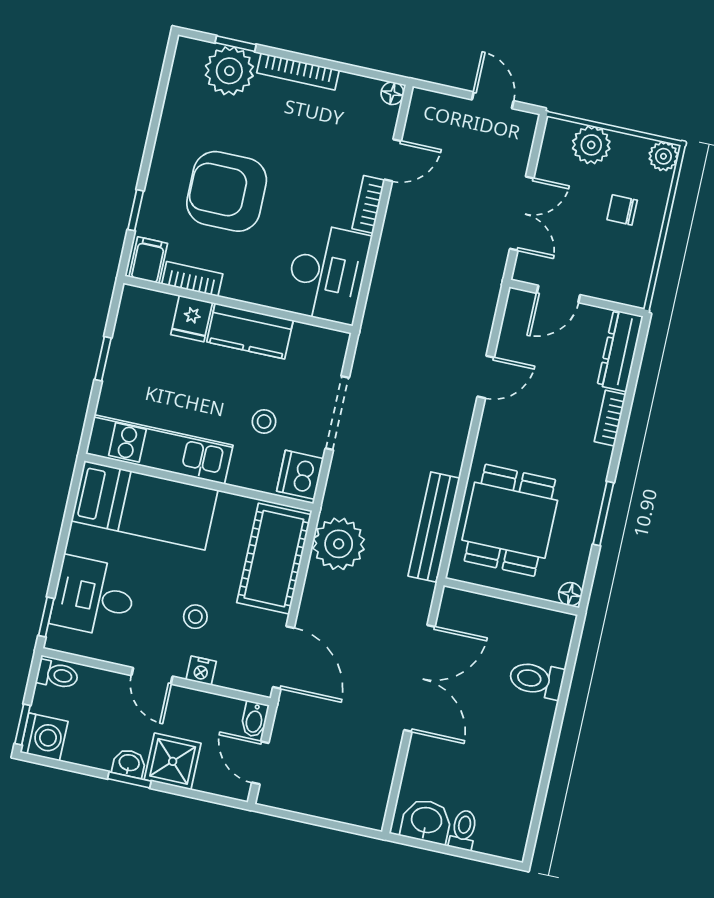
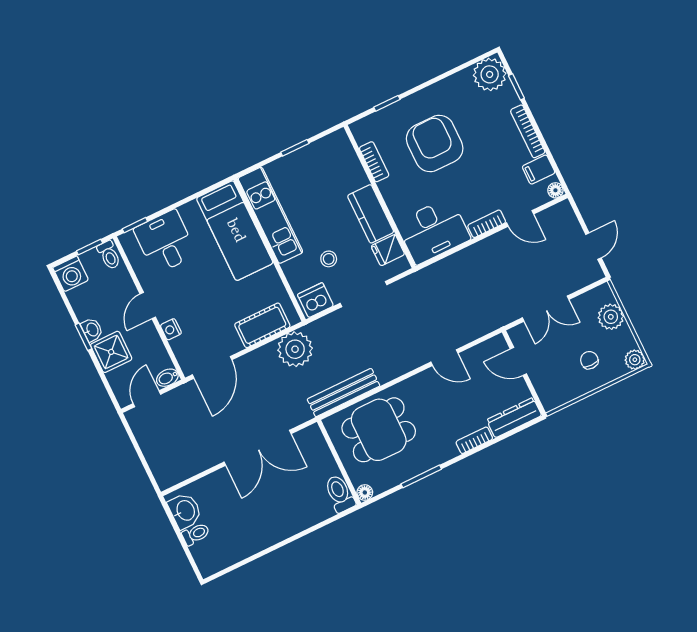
plant: (229, 71) -> (490, 74), moved
filing cabinet: (148, 260) -> (539, 170), moved, turned 180
fridge: (192, 318) -> (388, 250), moved
cot: (274, 559) -> (262, 325), width x0.73, depth x0.75
stool: (195, 617) -> (197, 304), removed
toilet: (536, 680) -> (340, 494), moved
window: (23, 724) -> (90, 247), moved

